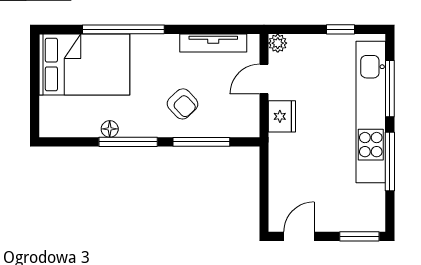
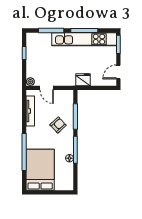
kitchen unit: (371, 112) -> (84, 39), moved
fridge: (282, 116) -> (83, 80), moved
door: (299, 236) -> (118, 72), hinge flipped

